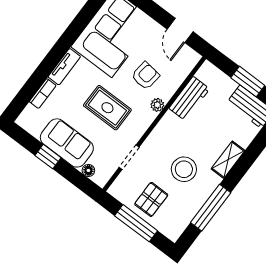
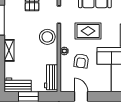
workbench: (189, 99) -> (51, 77), moved
stool: (184, 169) -> (47, 37), moved

